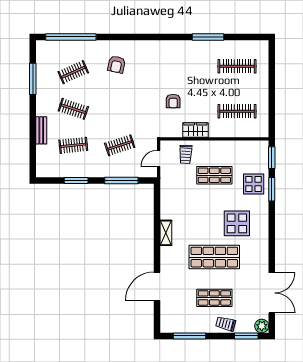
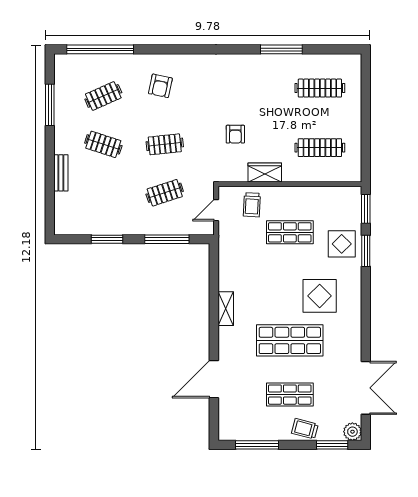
clothes rail: (73, 145) -> (165, 144), moved

